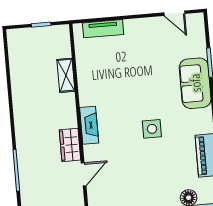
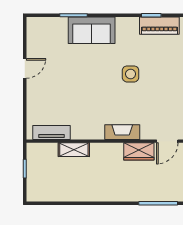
door: (174, 13) -> (25, 68), moved
tv unit: (103, 29) -> (52, 132), moved, turned -90
door: (84, 174) -> (167, 141), swing flipped

